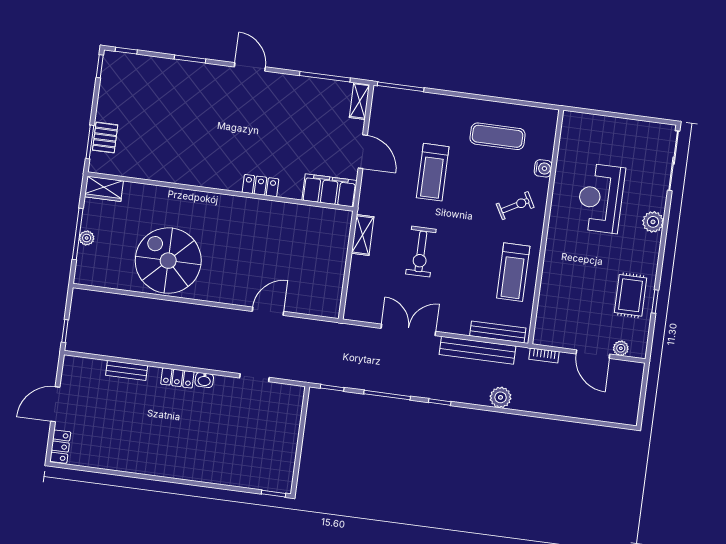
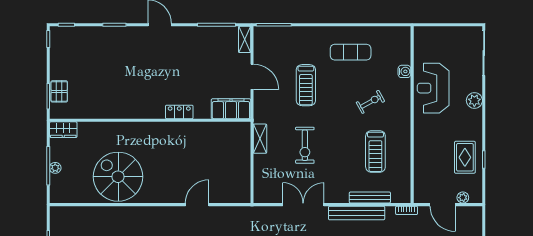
water cooler: (543, 168) -> (404, 71), moved
wall: (546, 227) -> (412, 115), moved

